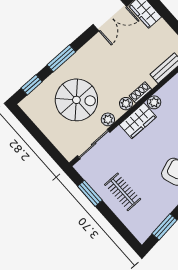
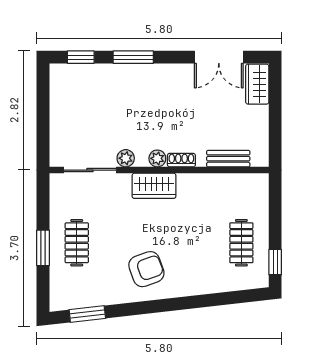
spiral stairs: (76, 100) -> (112, 111), removed
plant: (154, 102) -> (186, 182), removed
window: (90, 193) -> (43, 248), moved

